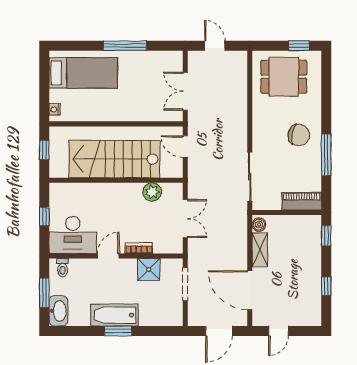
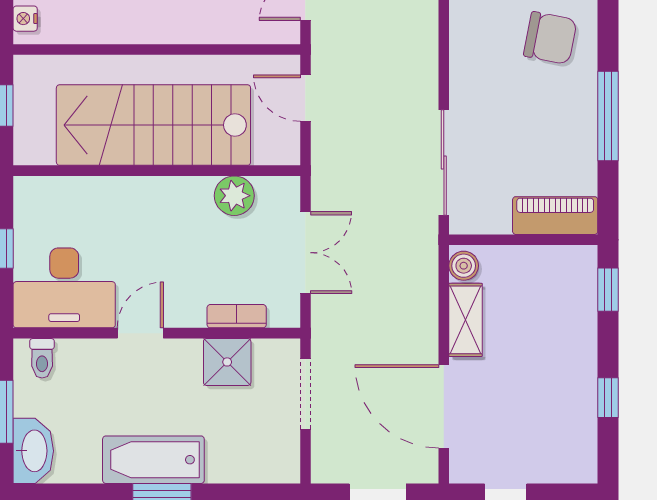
chair: (299, 135) -> (550, 38), moved
bookcase: (139, 248) -> (237, 316), moved

